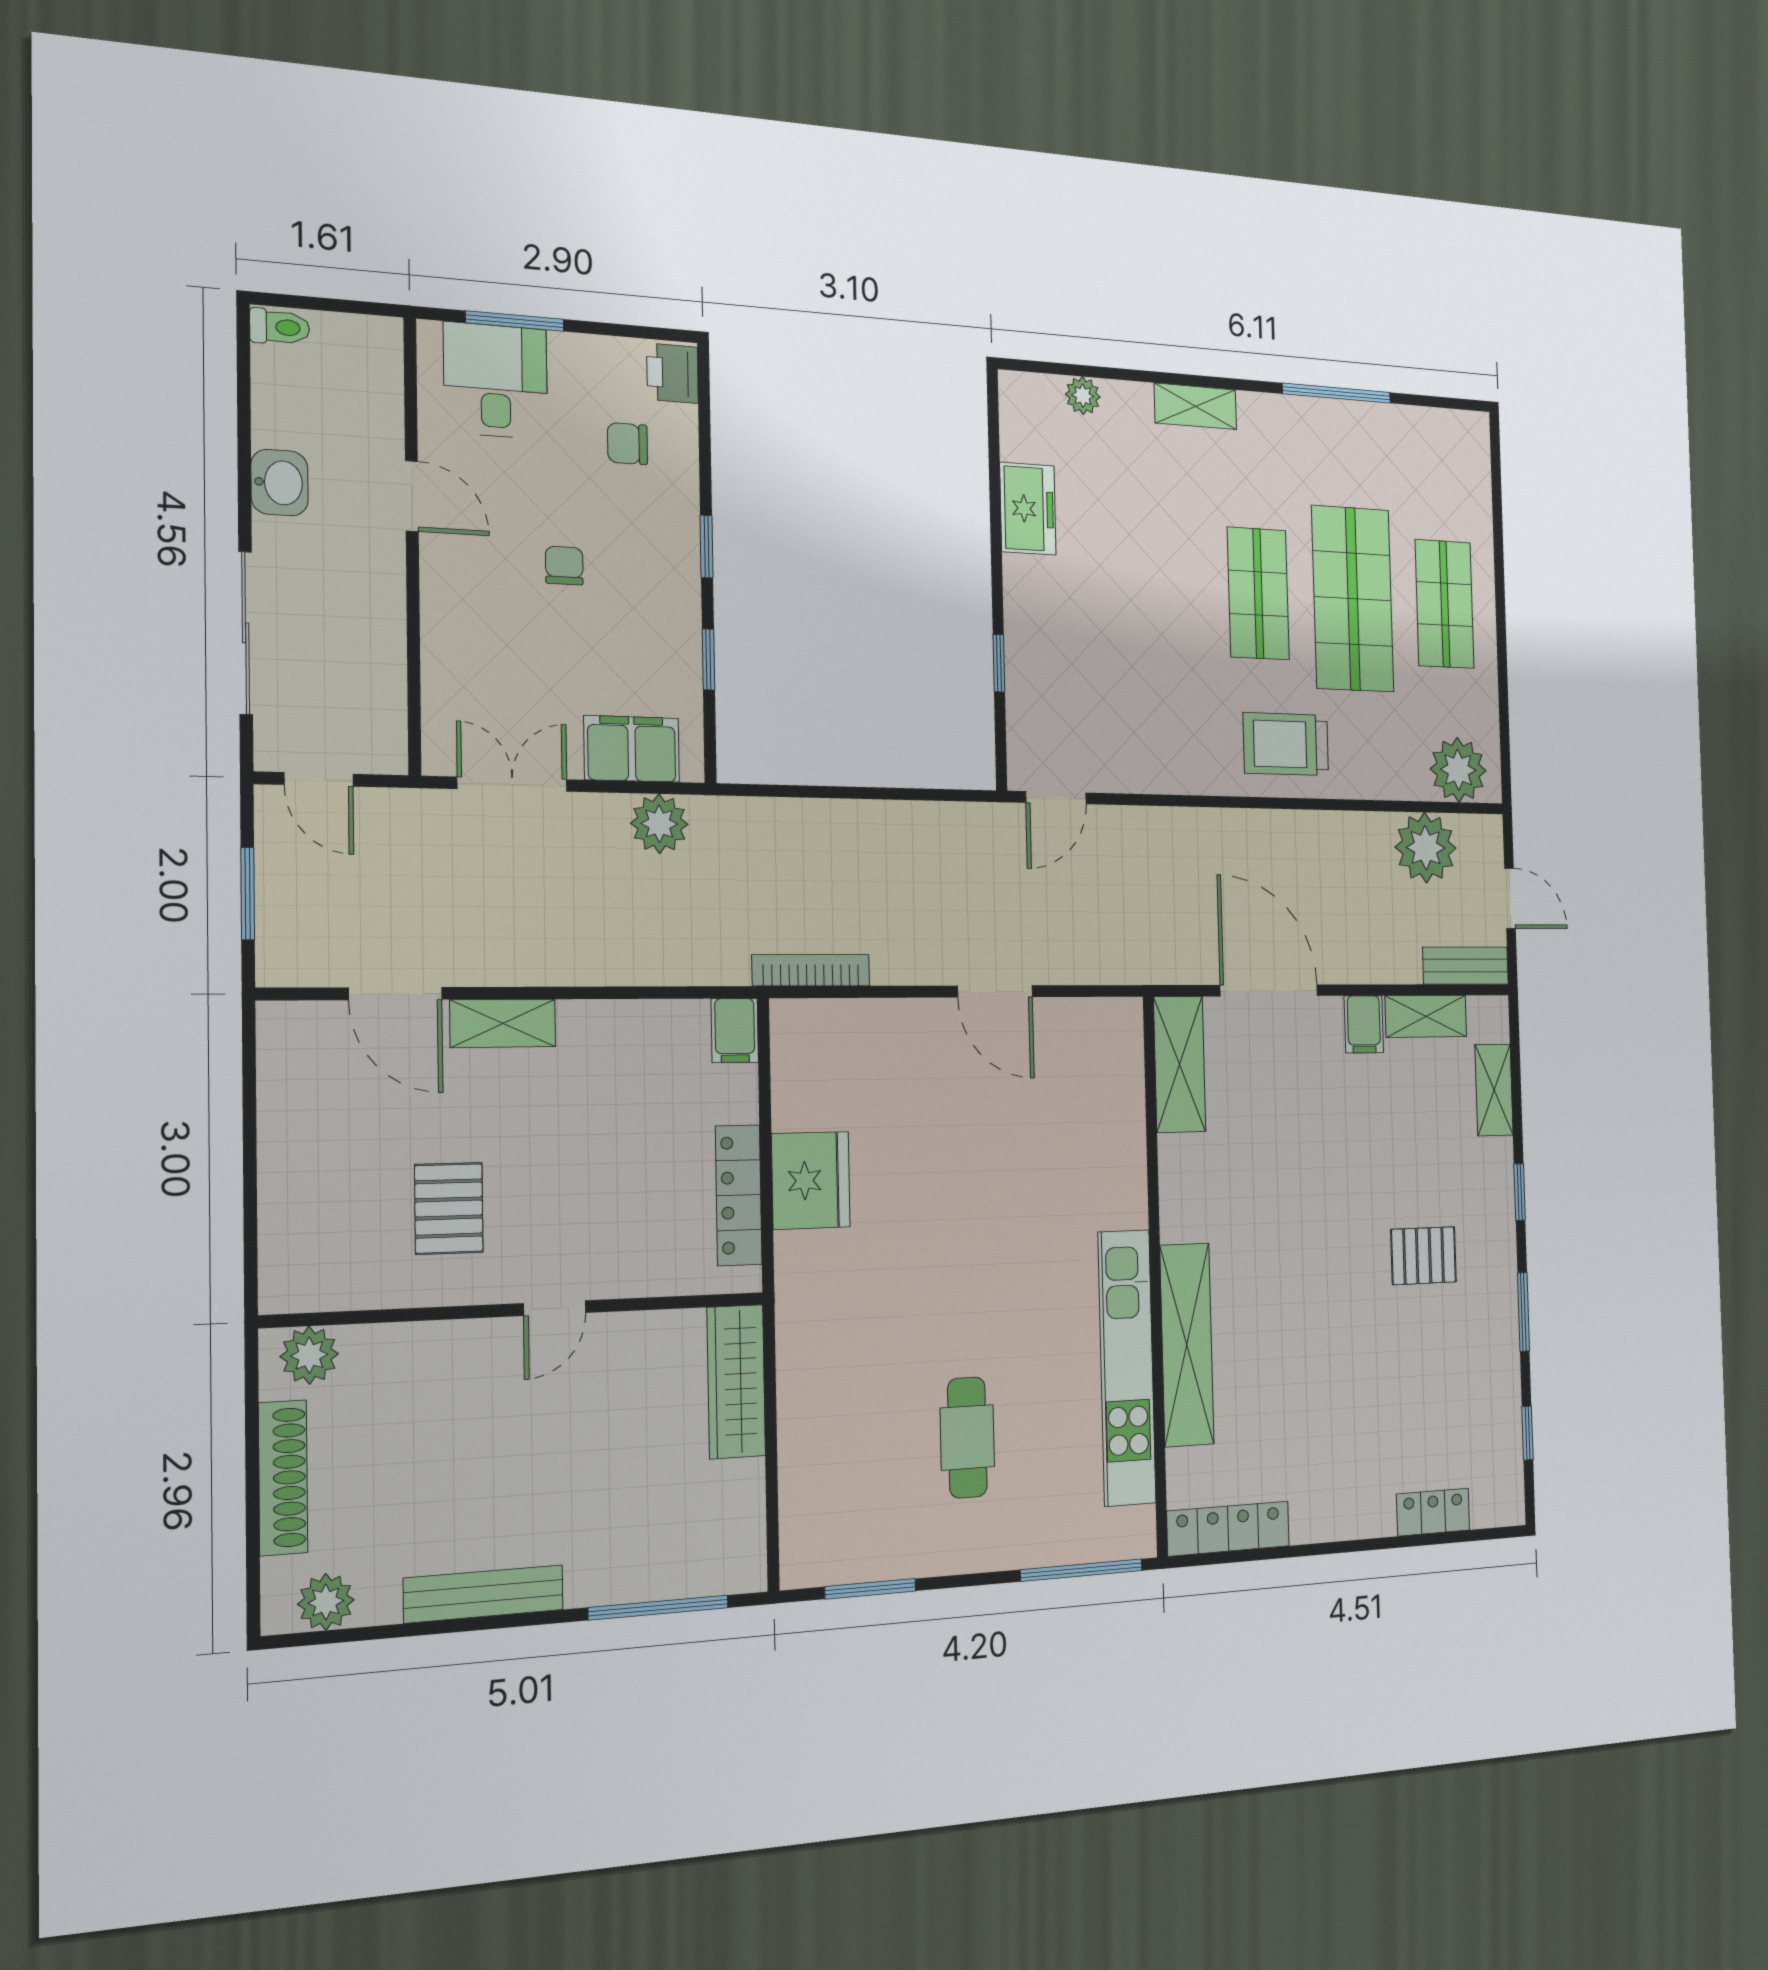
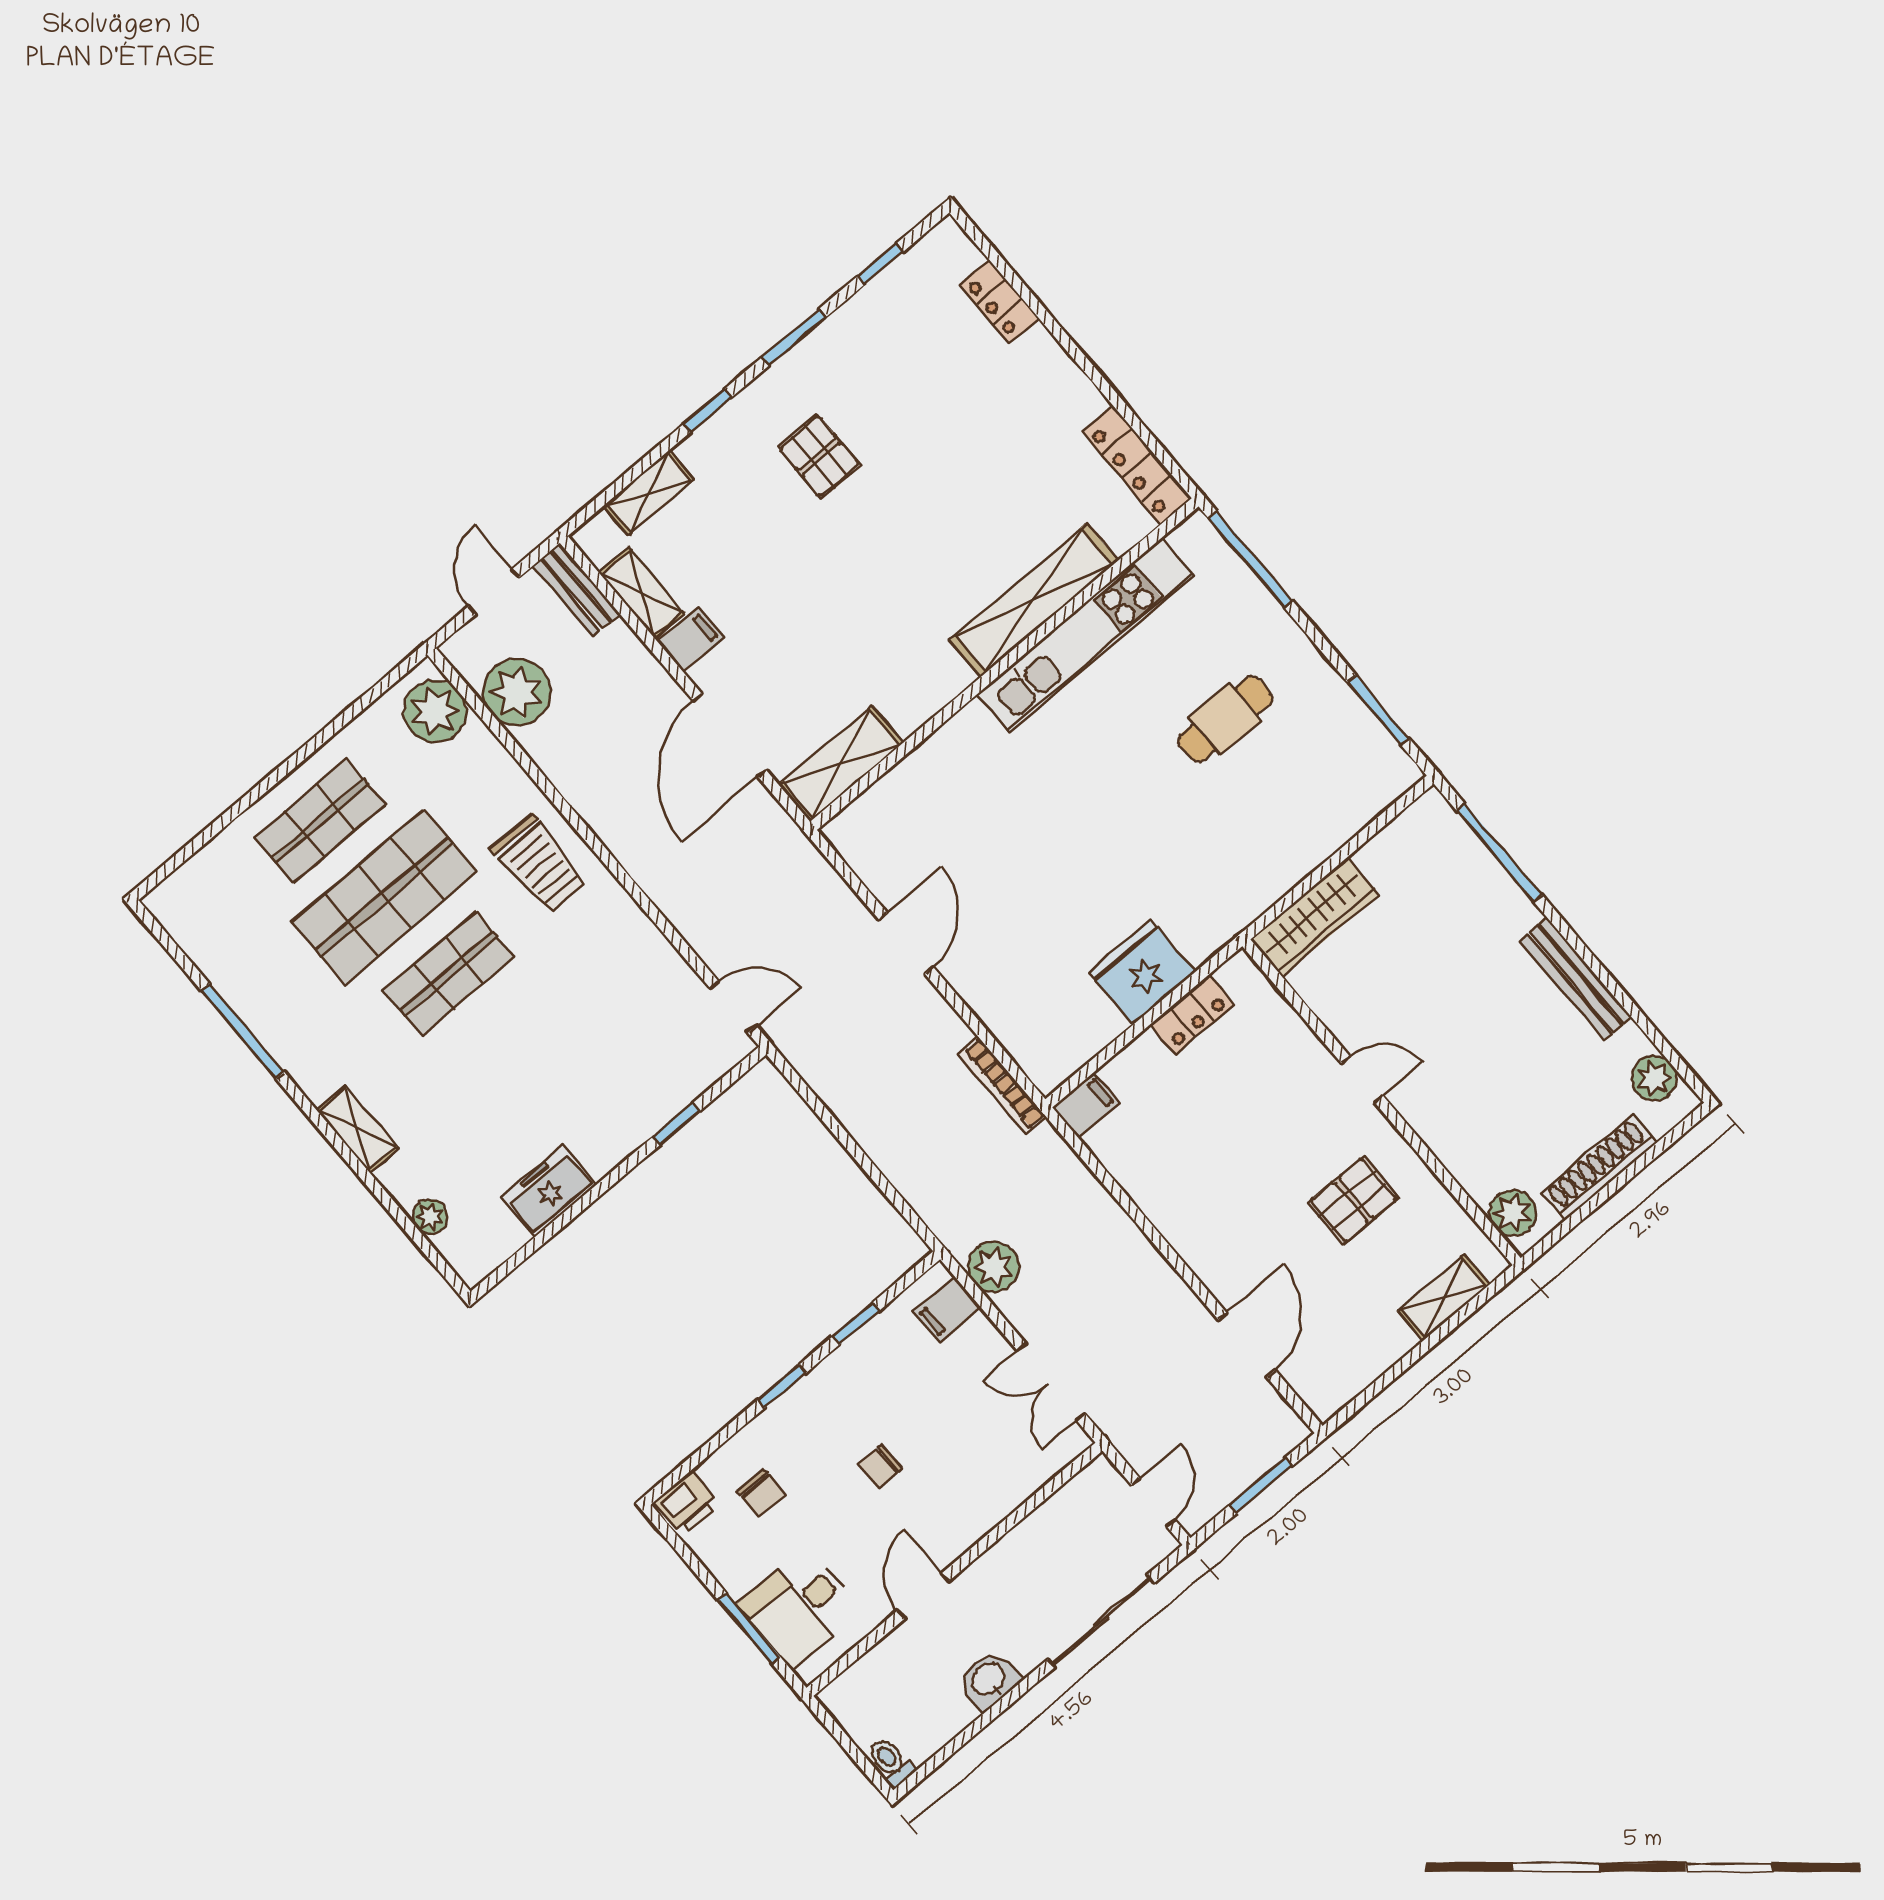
filing cabinet: (632, 749) -> (947, 1309), width x0.50
shelving: (503, 1023) -> (1444, 1298), moved, turned 90
locker: (739, 1195) -> (1192, 1014), width x0.66

